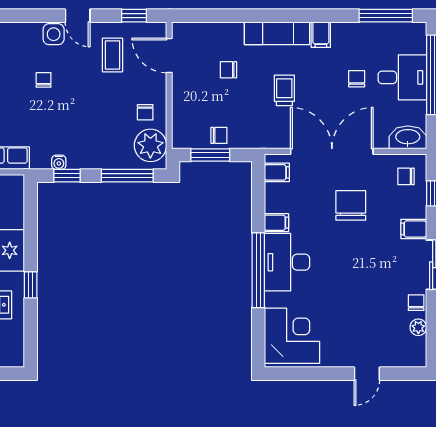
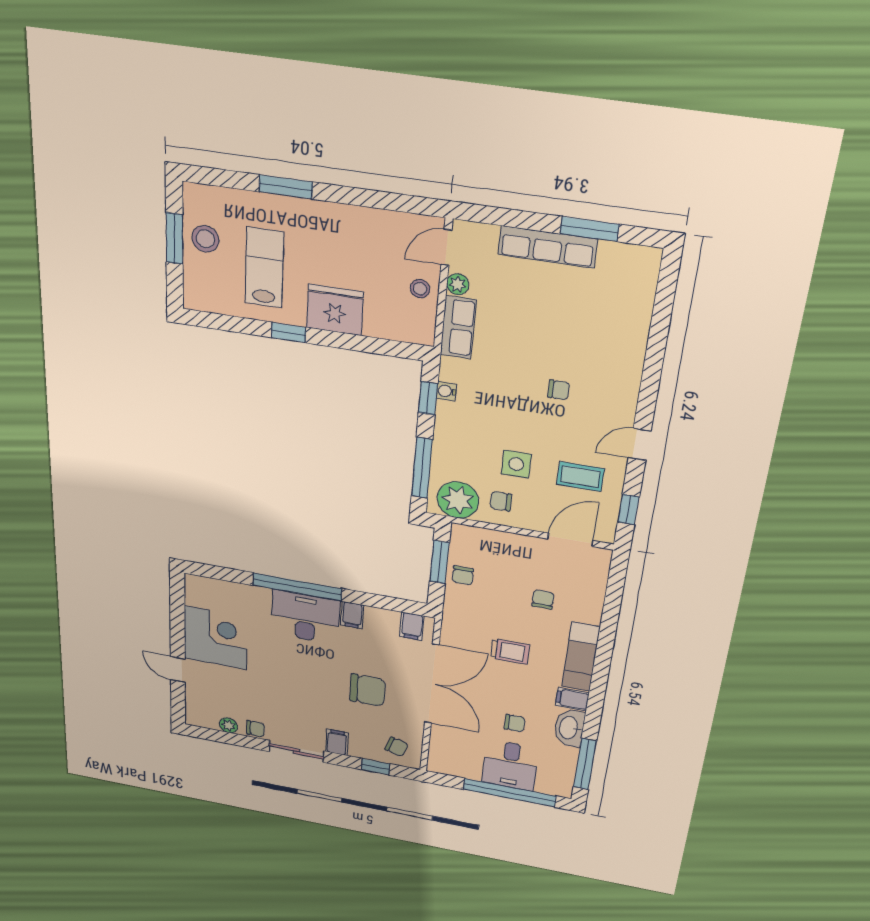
side table: (54, 34) -> (516, 464), moved
washbasin: (408, 137) -> (569, 728), moved, turned 180
chair: (406, 176) -> (396, 747), turned 107
corner desk: (292, 336) -> (215, 638), moved, turned -90

